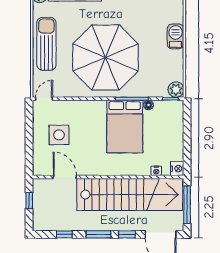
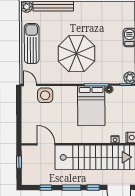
parasol: (105, 57) -> (76, 54), width x0.73, depth x0.73
door: (44, 99) -> (30, 85), hinge flipped
side table: (59, 135) -> (45, 95), moved

